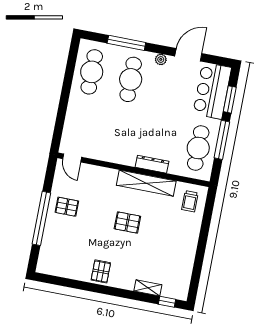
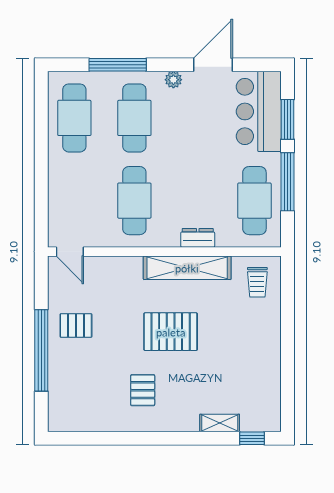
cafe table: (120, 133) -> (134, 201), added
dresser: (152, 164) -> (198, 238), width x0.70
pallet: (127, 223) -> (171, 332), width x1.50, depth x1.42
pallet: (101, 271) -> (143, 390), moved

